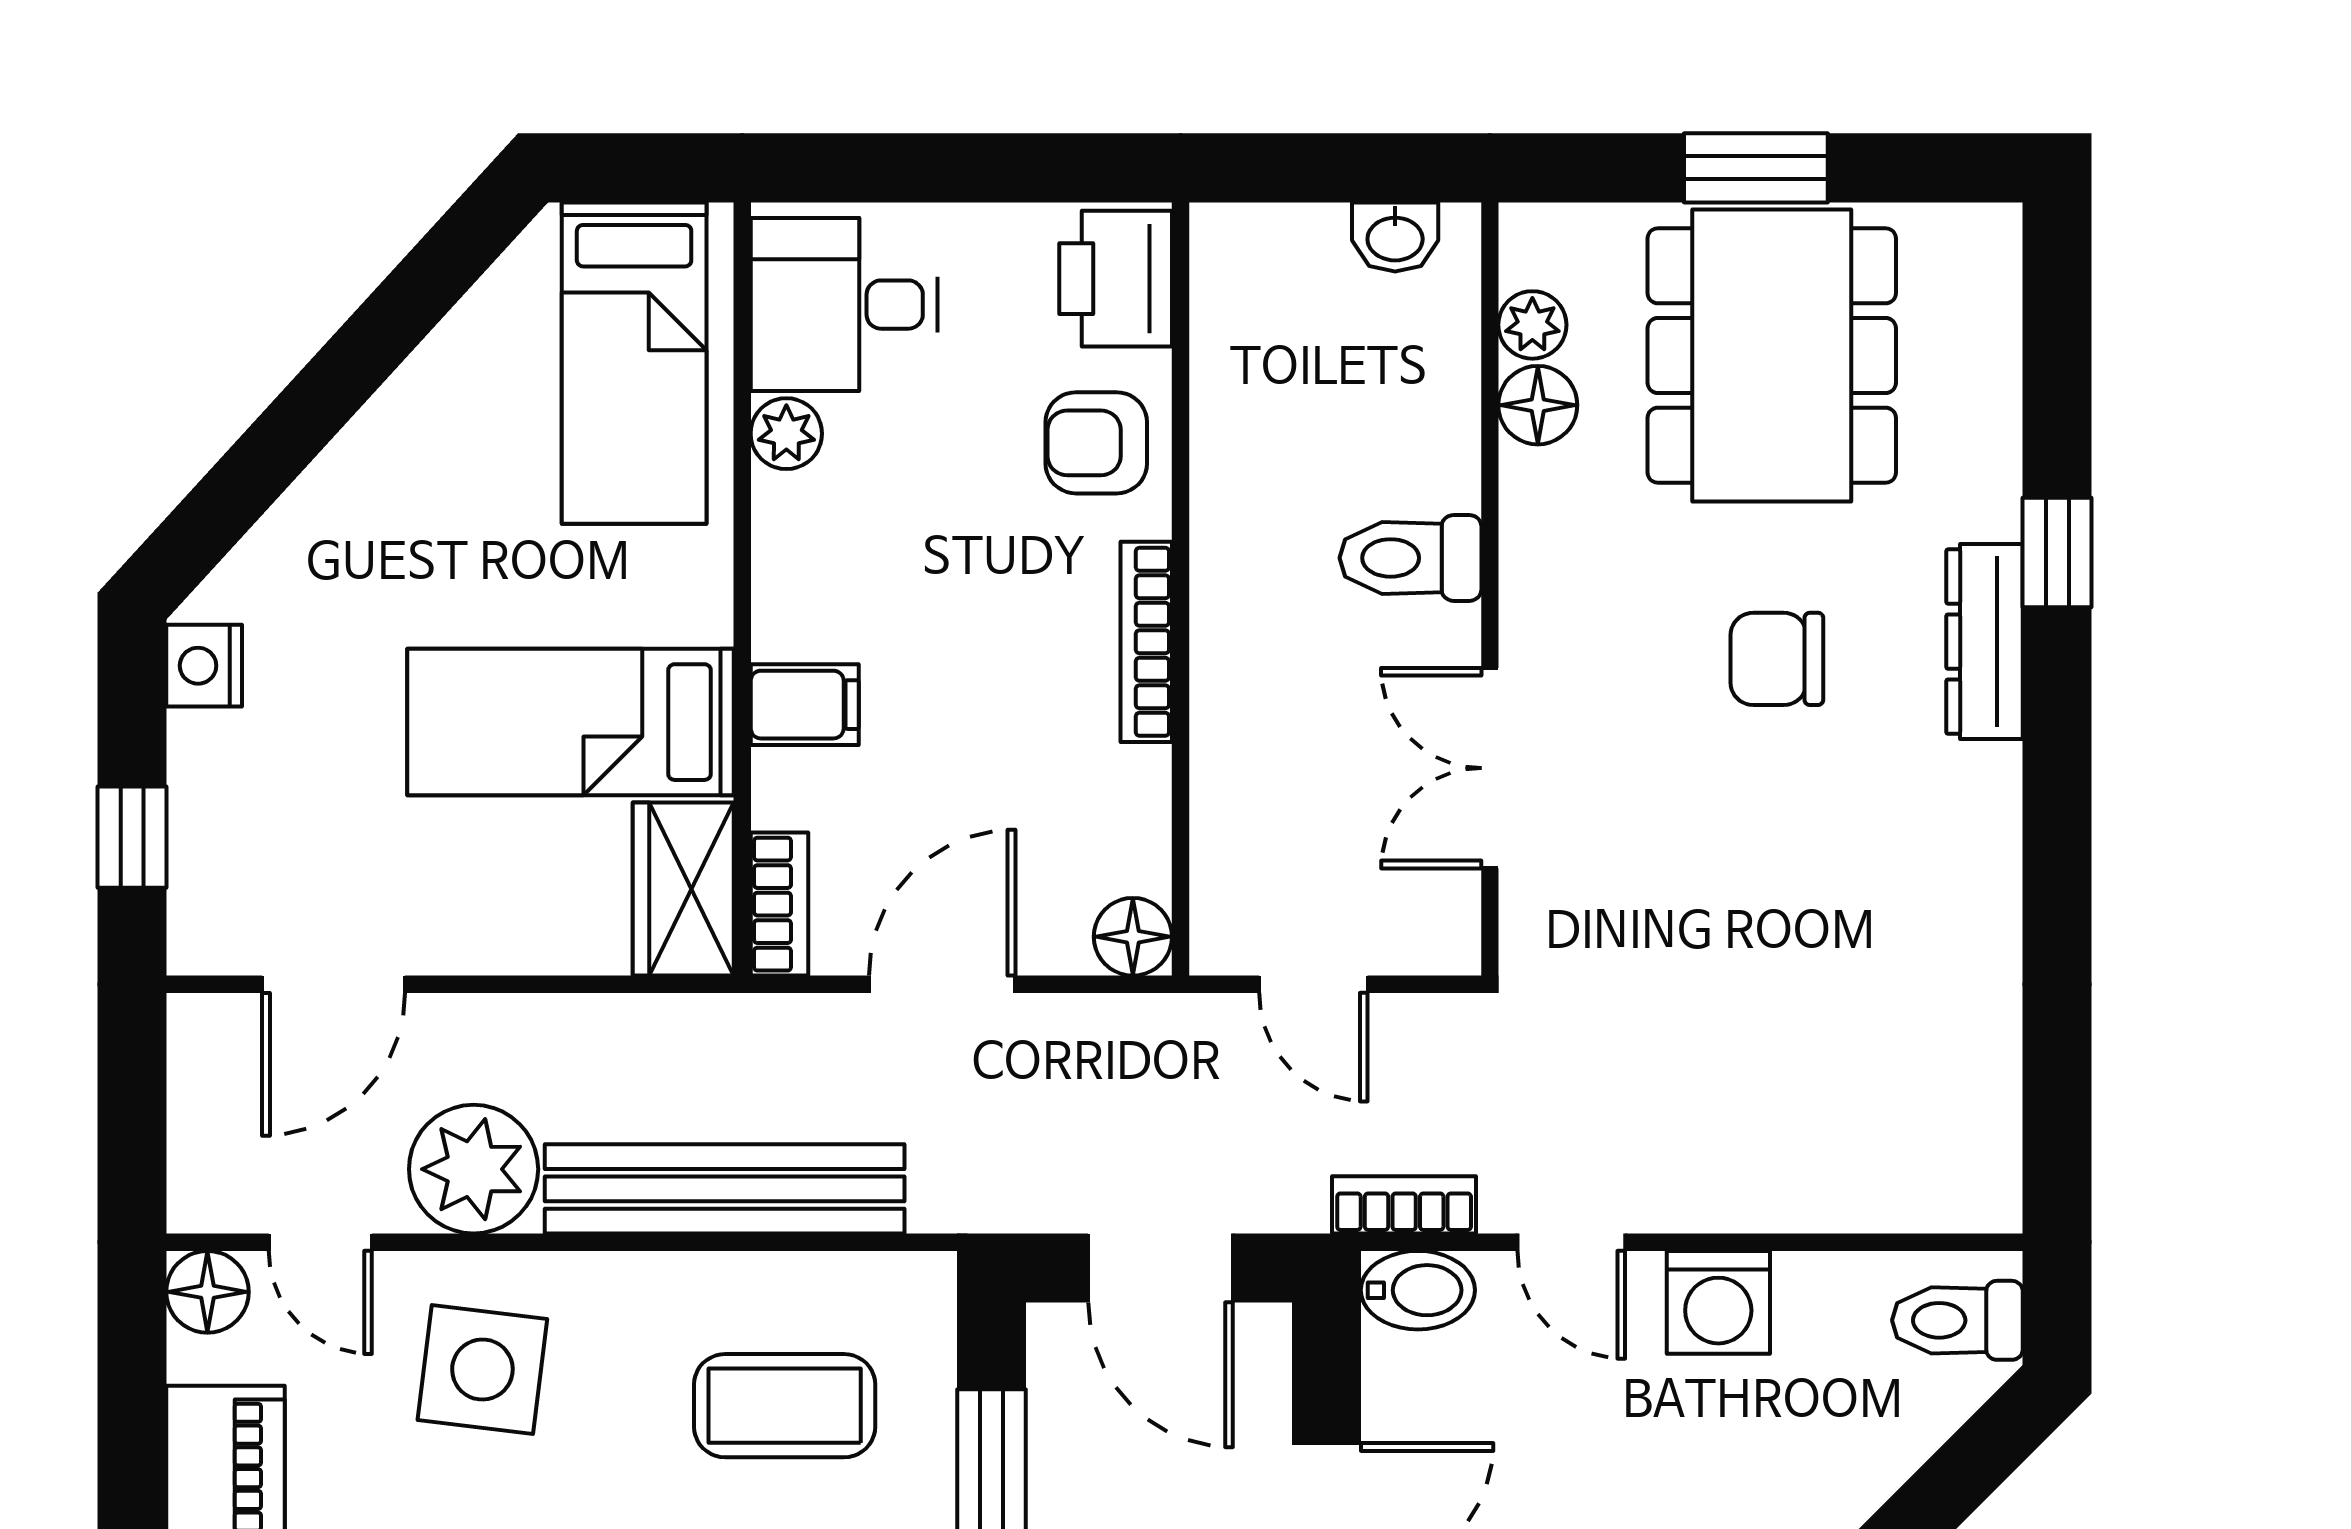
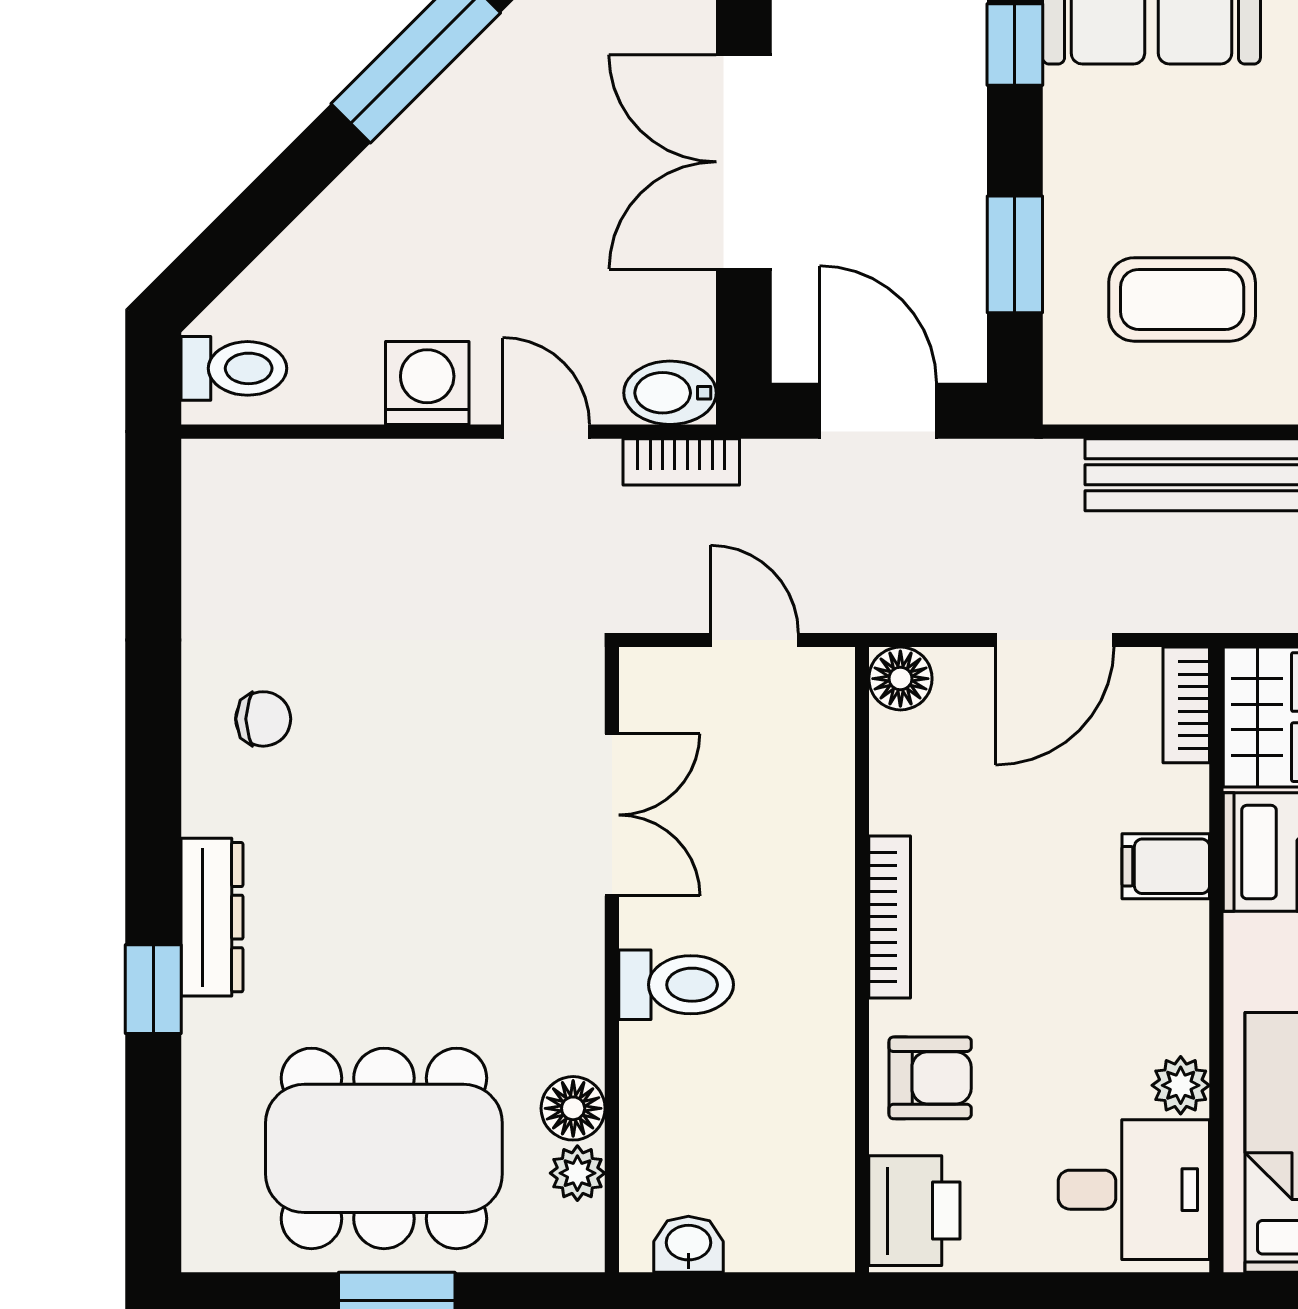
dining table: (1772, 356) -> (384, 1148), turned 90
chair: (1777, 659) -> (263, 719), moved, width x0.73, depth x0.73

